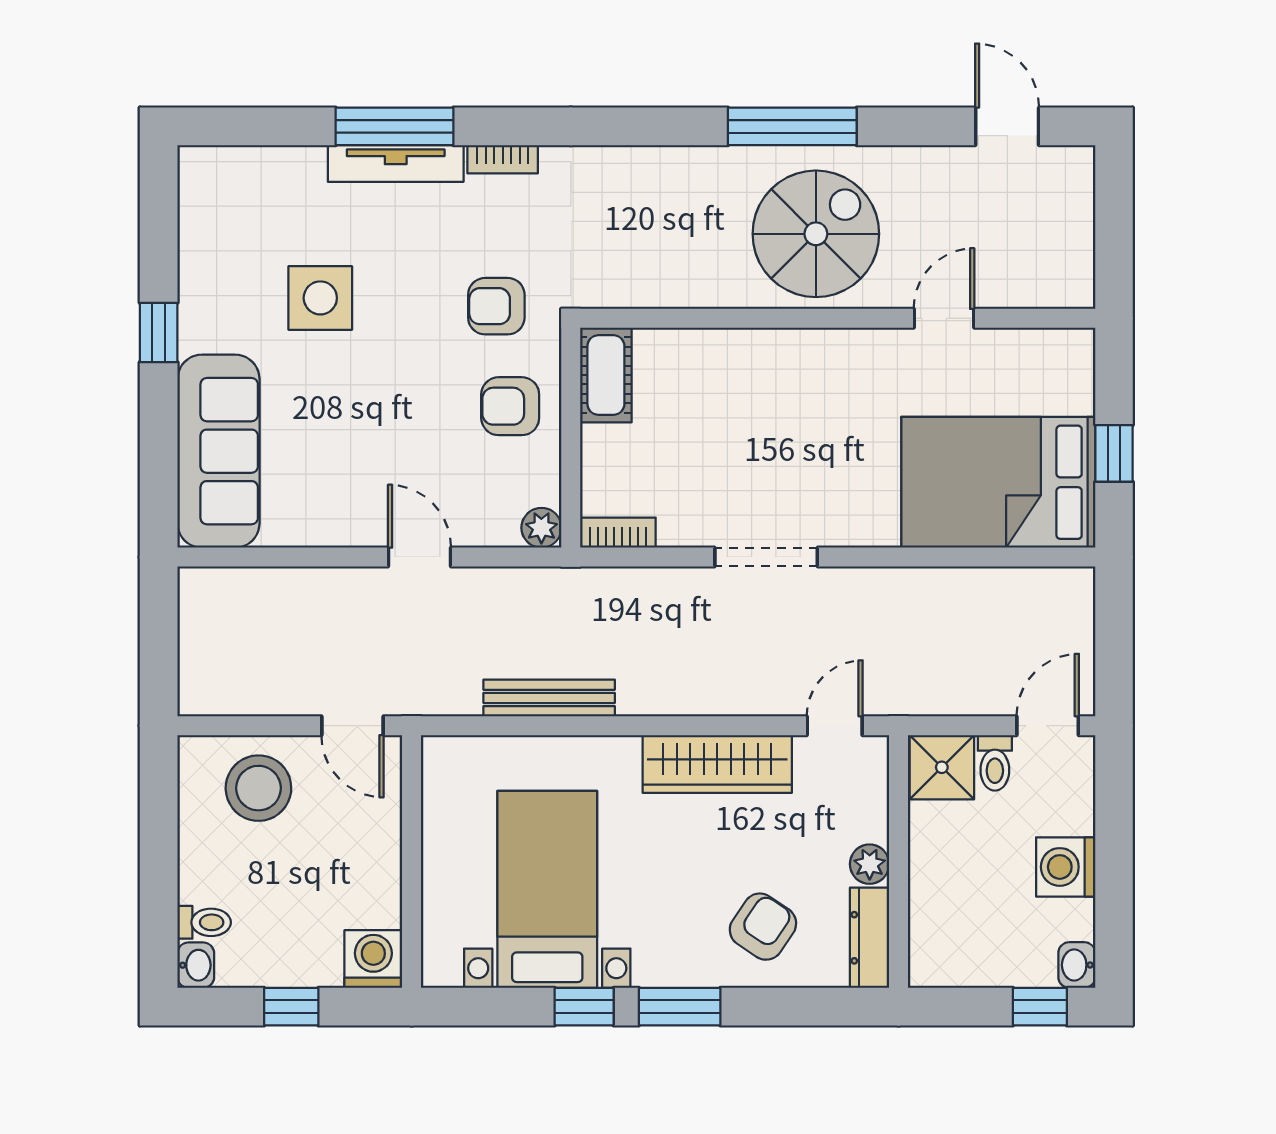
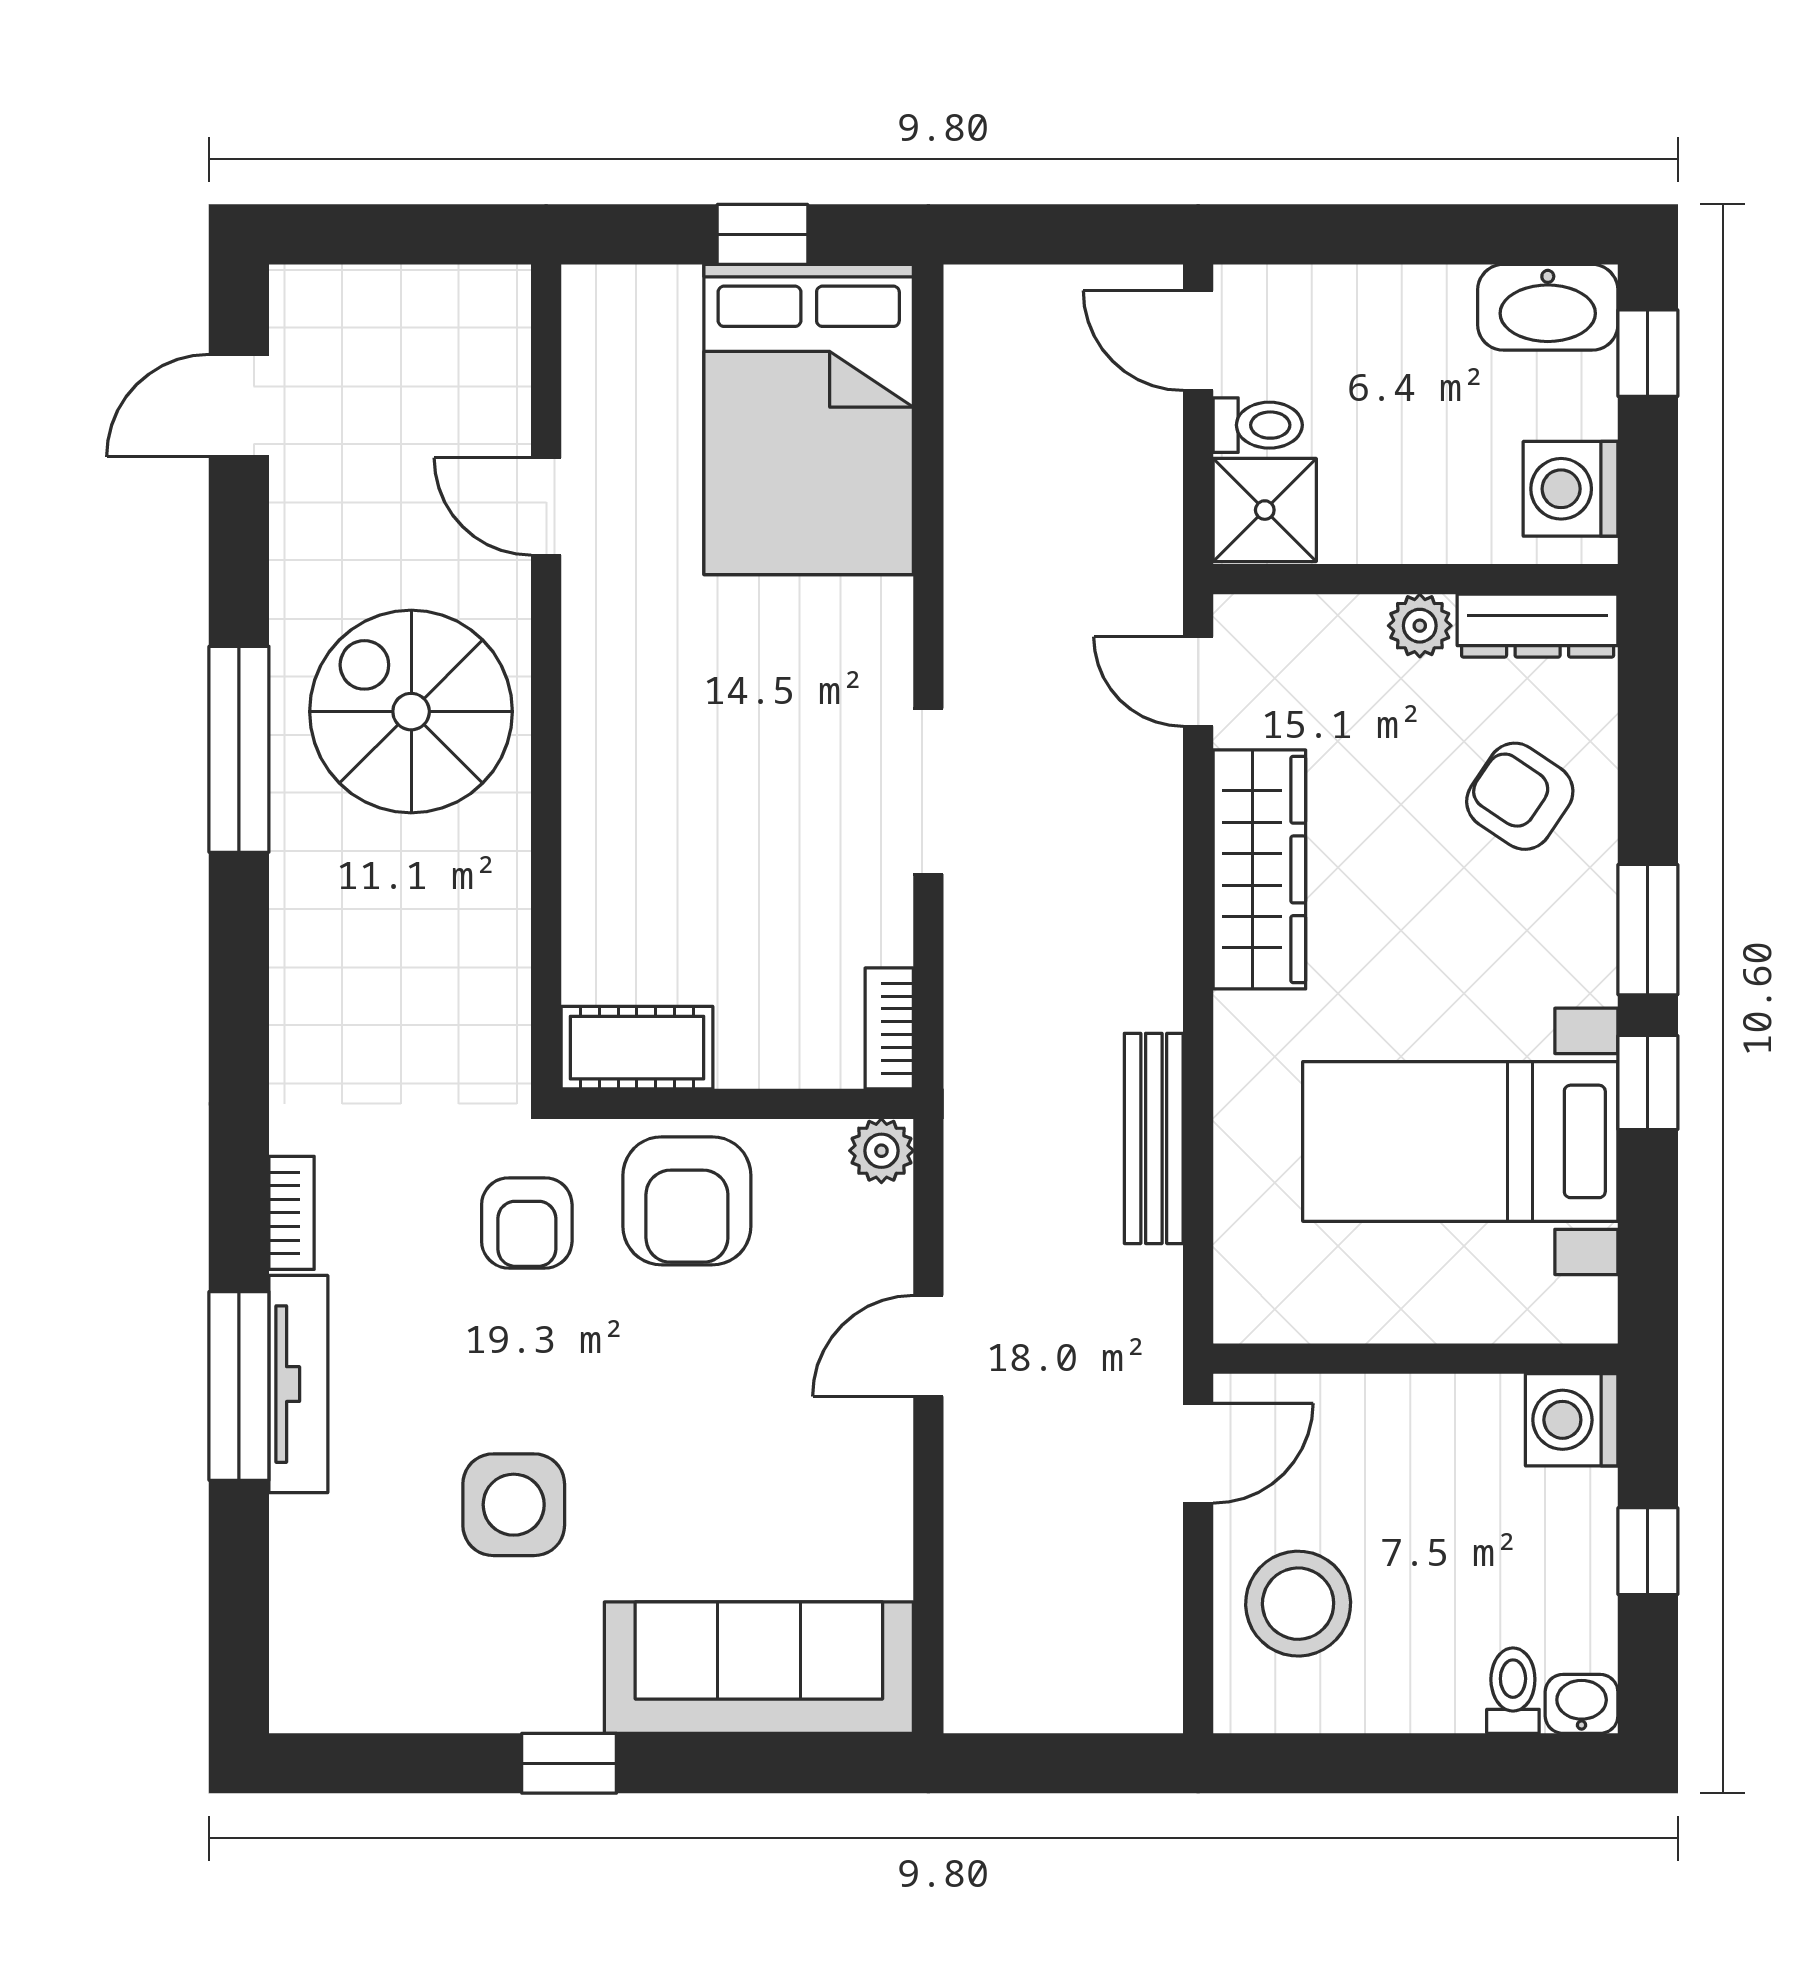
armchair: (510, 406) -> (687, 1201), width x1.38, depth x1.38
washing machine: (1066, 867) -> (1571, 489), moved, turned 90
washbasin: (1077, 965) -> (1548, 307), width x1.91, depth x1.45

